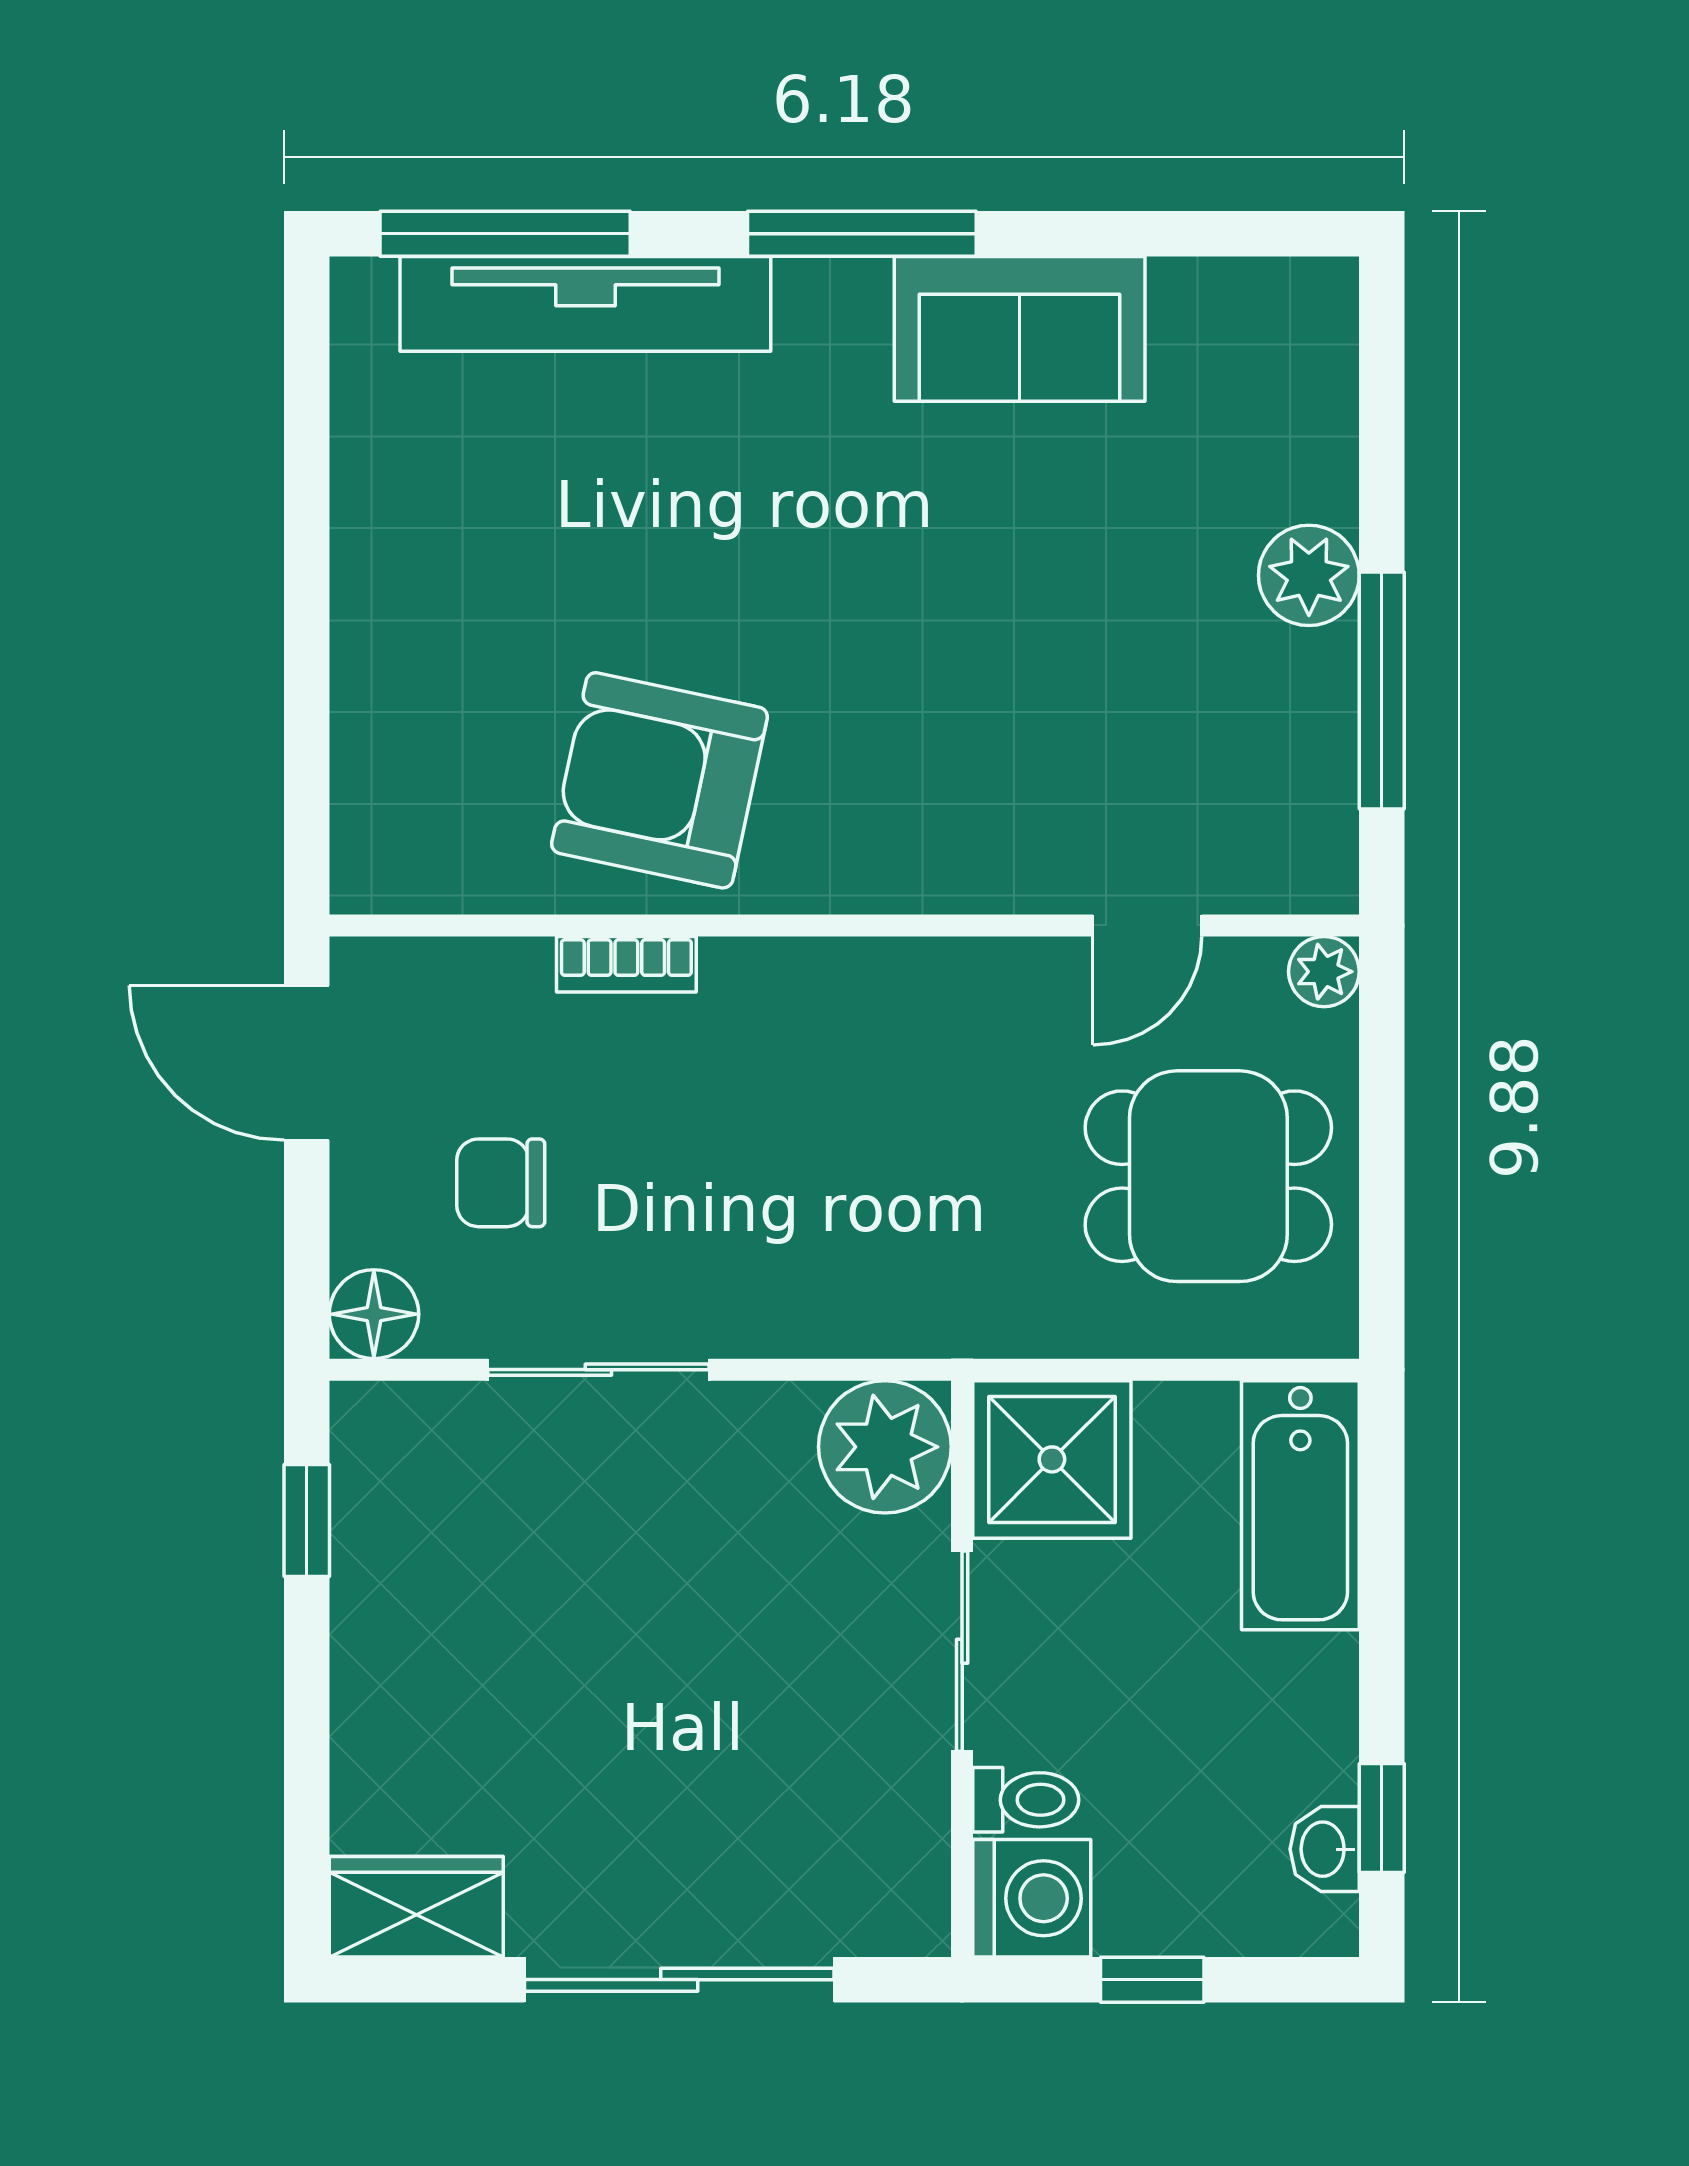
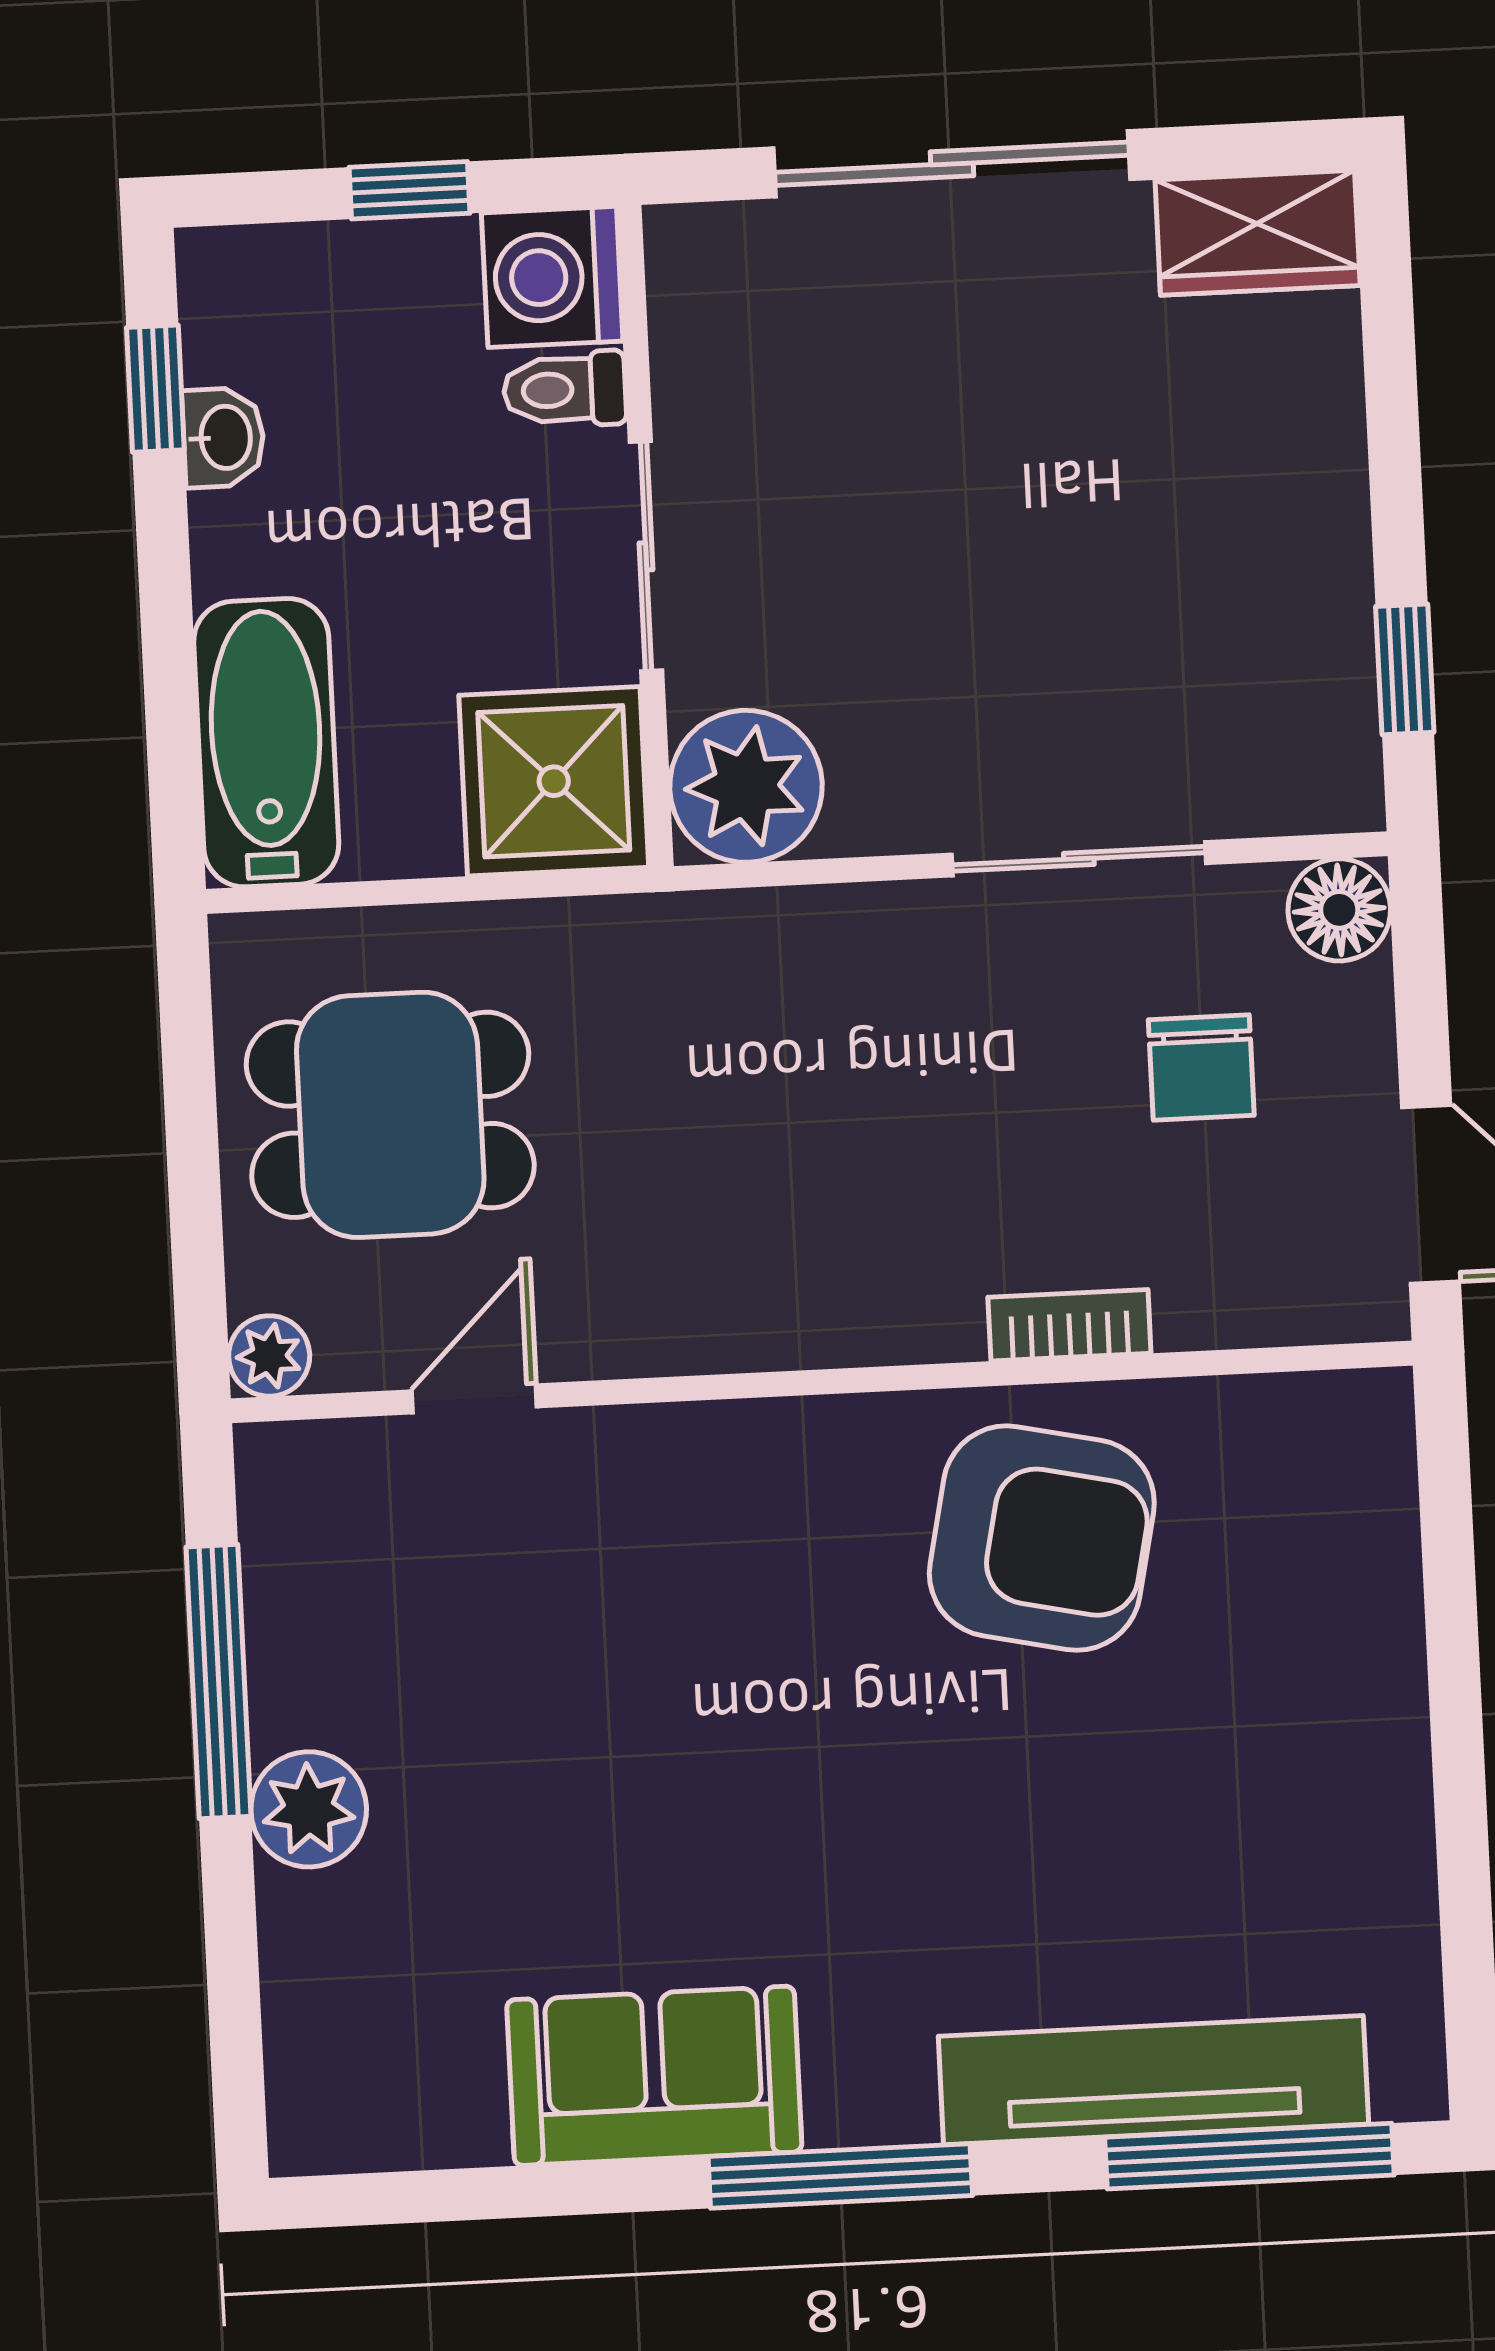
chair: (501, 1183) -> (1201, 1068), turned 90
washbasin: (1325, 1849) -> (223, 437), moved

